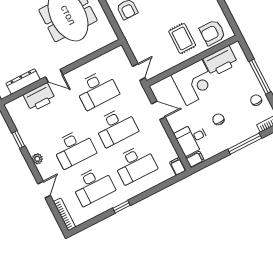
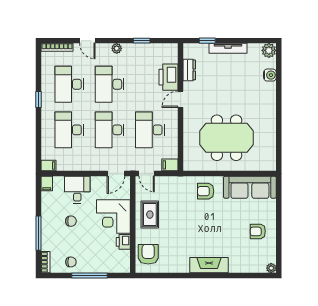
rug: (182, 38) -> (150, 215), moved, turned 90
filing cabinet: (120, 55) -> (170, 165), added
printer: (221, 61) -> (123, 242), width x0.53, depth x0.68
dresser: (23, 82) -> (189, 70), width x0.70
door: (158, 110) -> (116, 174), moved
desk: (192, 139) -> (77, 190), moved

